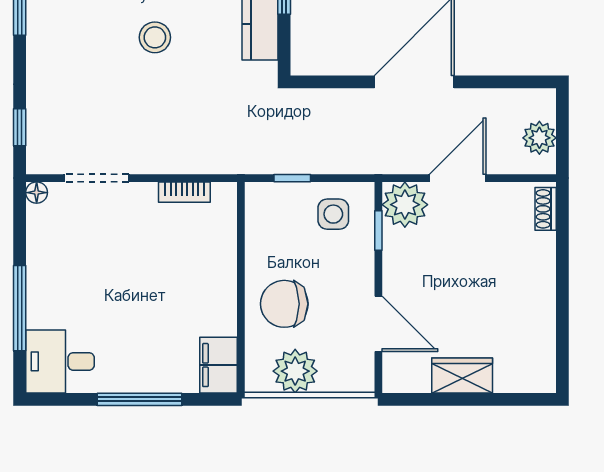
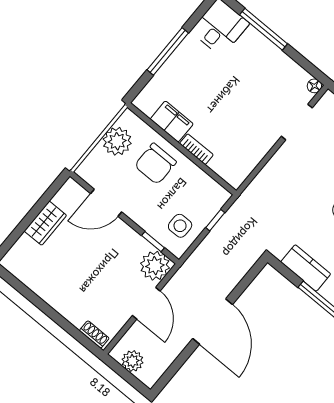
bookcase: (184, 192) -> (196, 149), moved, turned 90
chair: (284, 304) -> (155, 164), turned 180
filing cabinet: (218, 365) -> (172, 122), moved

